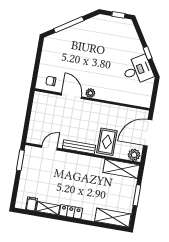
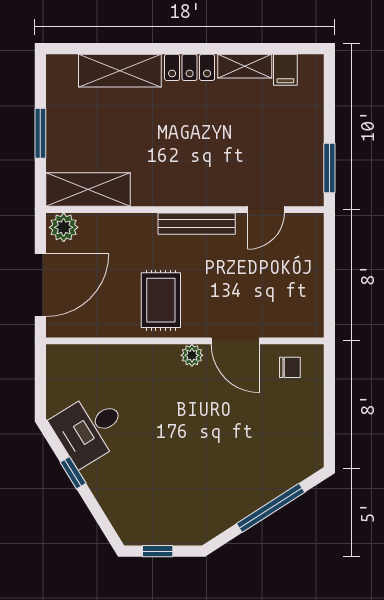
rug: (107, 142) -> (161, 300), moved
shelving: (113, 218) -> (120, 71), moved

